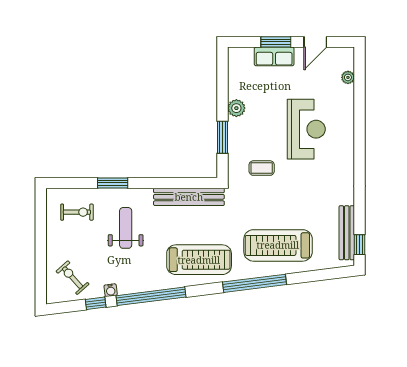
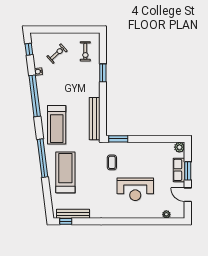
plant: (236, 108) -> (179, 147), moved
window: (223, 137) -> (118, 139), moved
weight bench: (126, 228) -> (76, 81), removed
exercise bike: (73, 278) -> (57, 54), moved
window: (96, 303) -> (29, 49), moved

